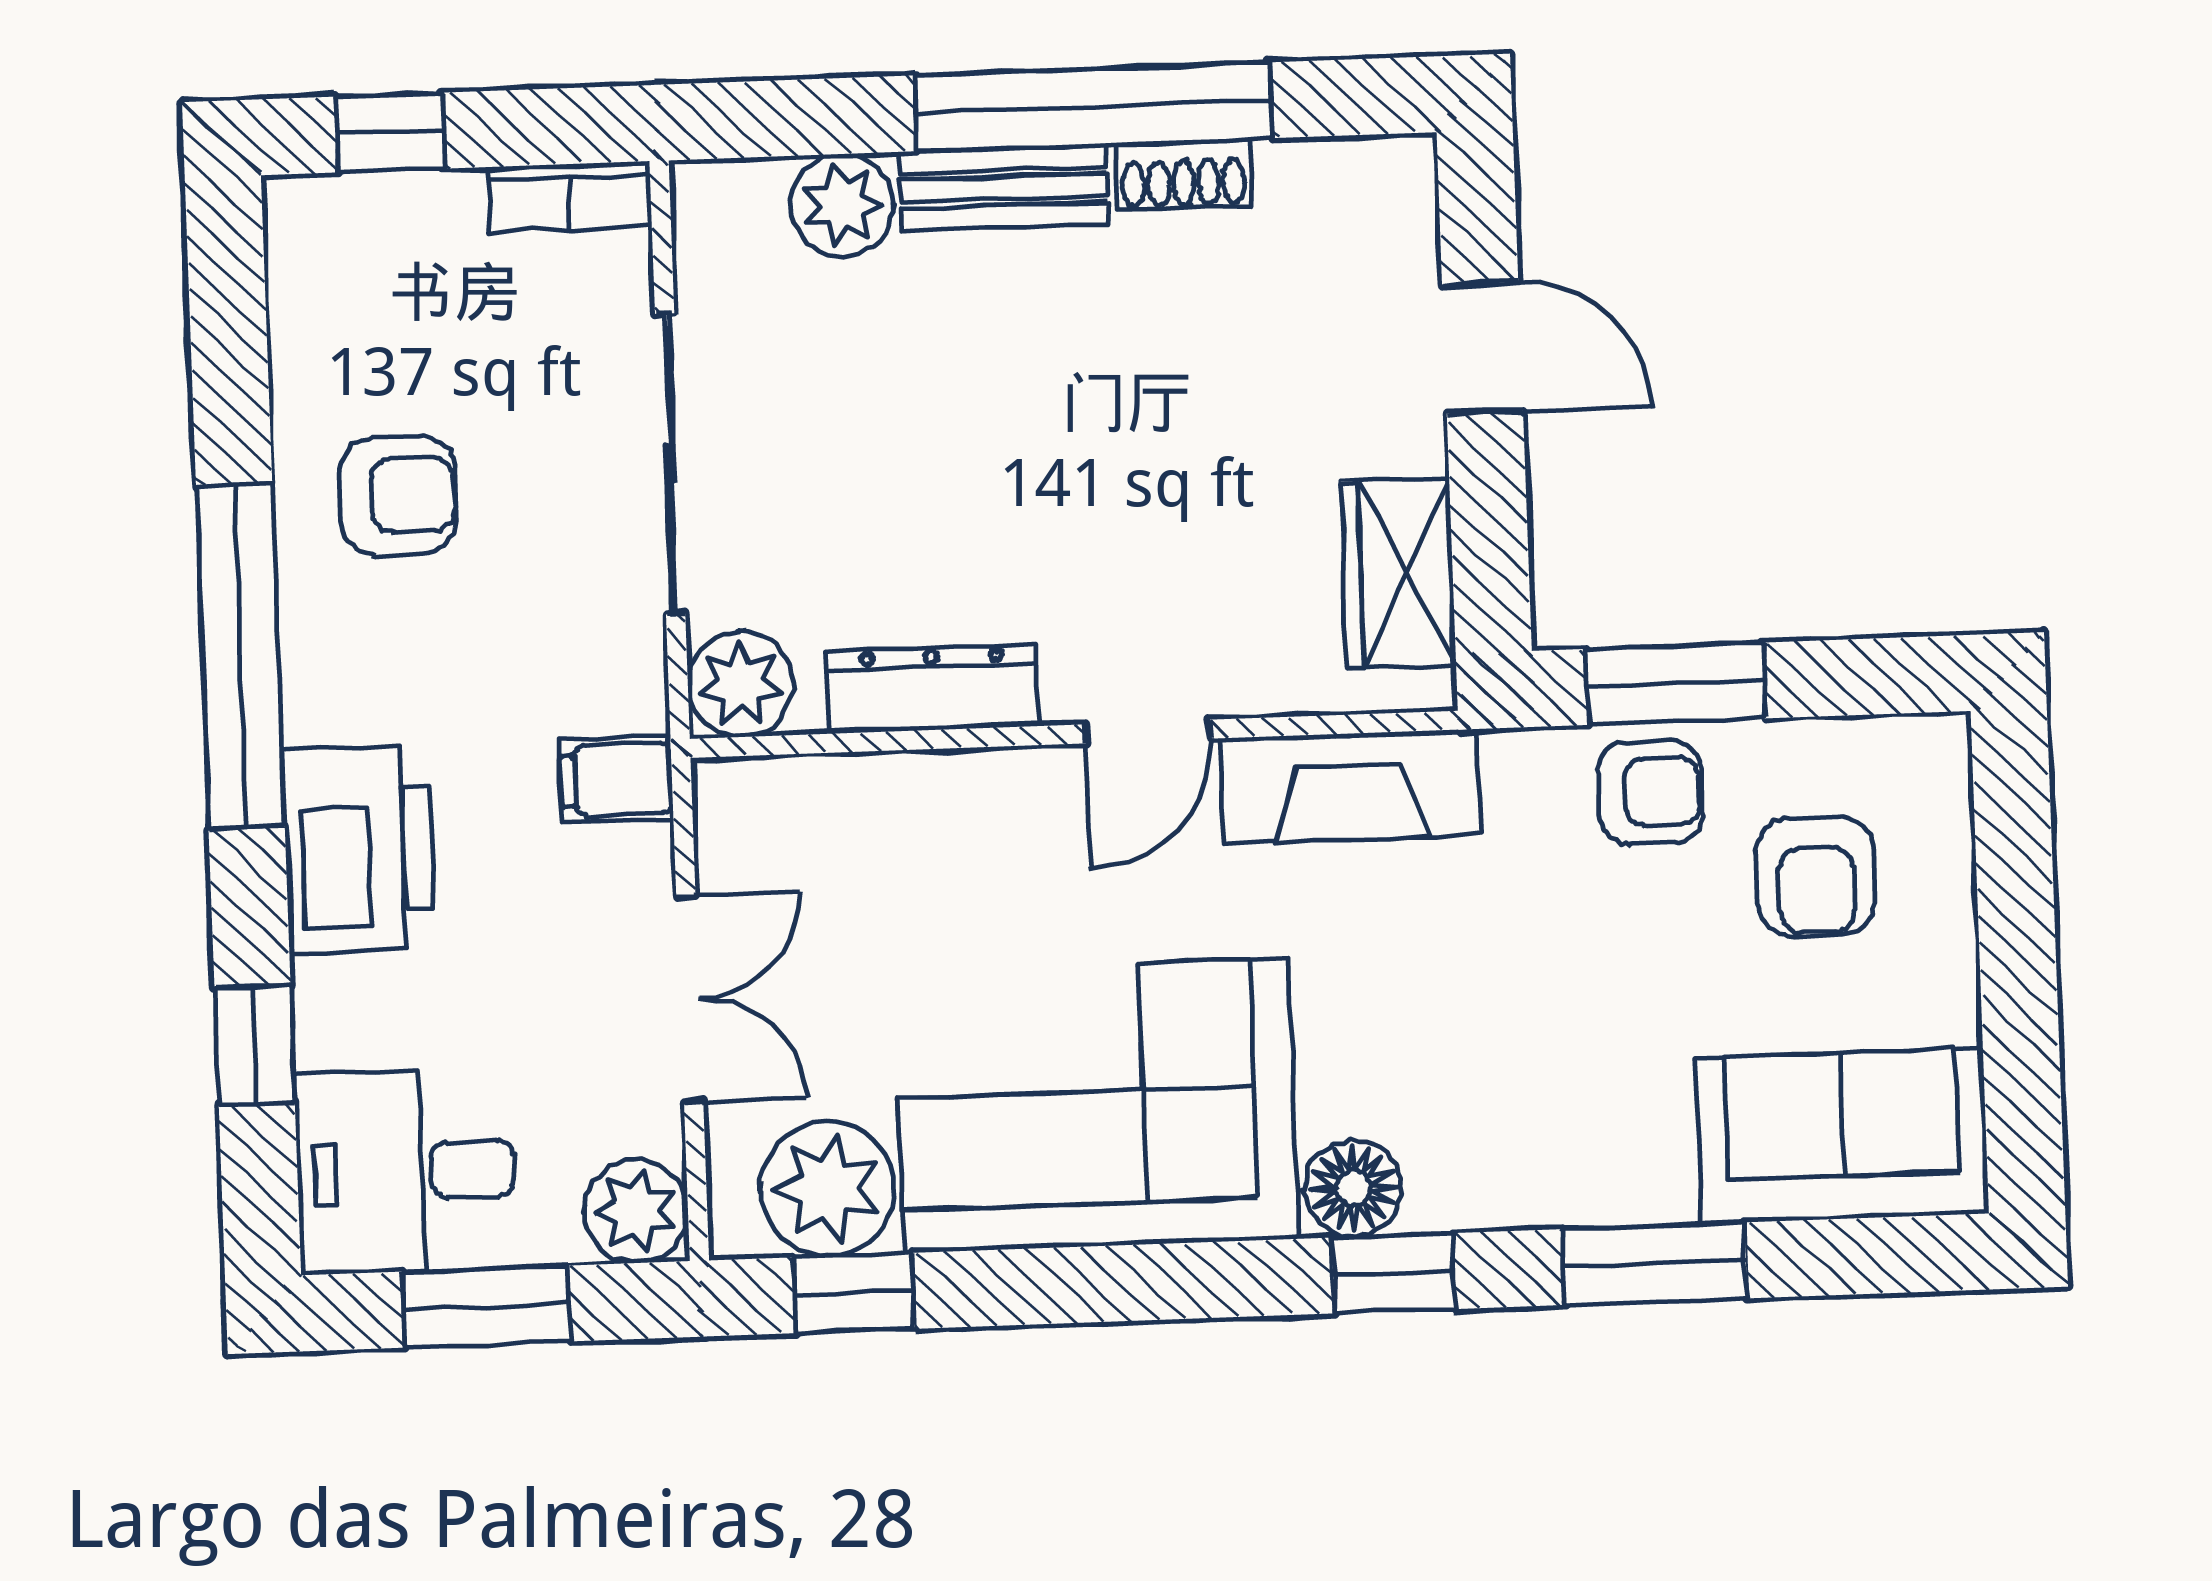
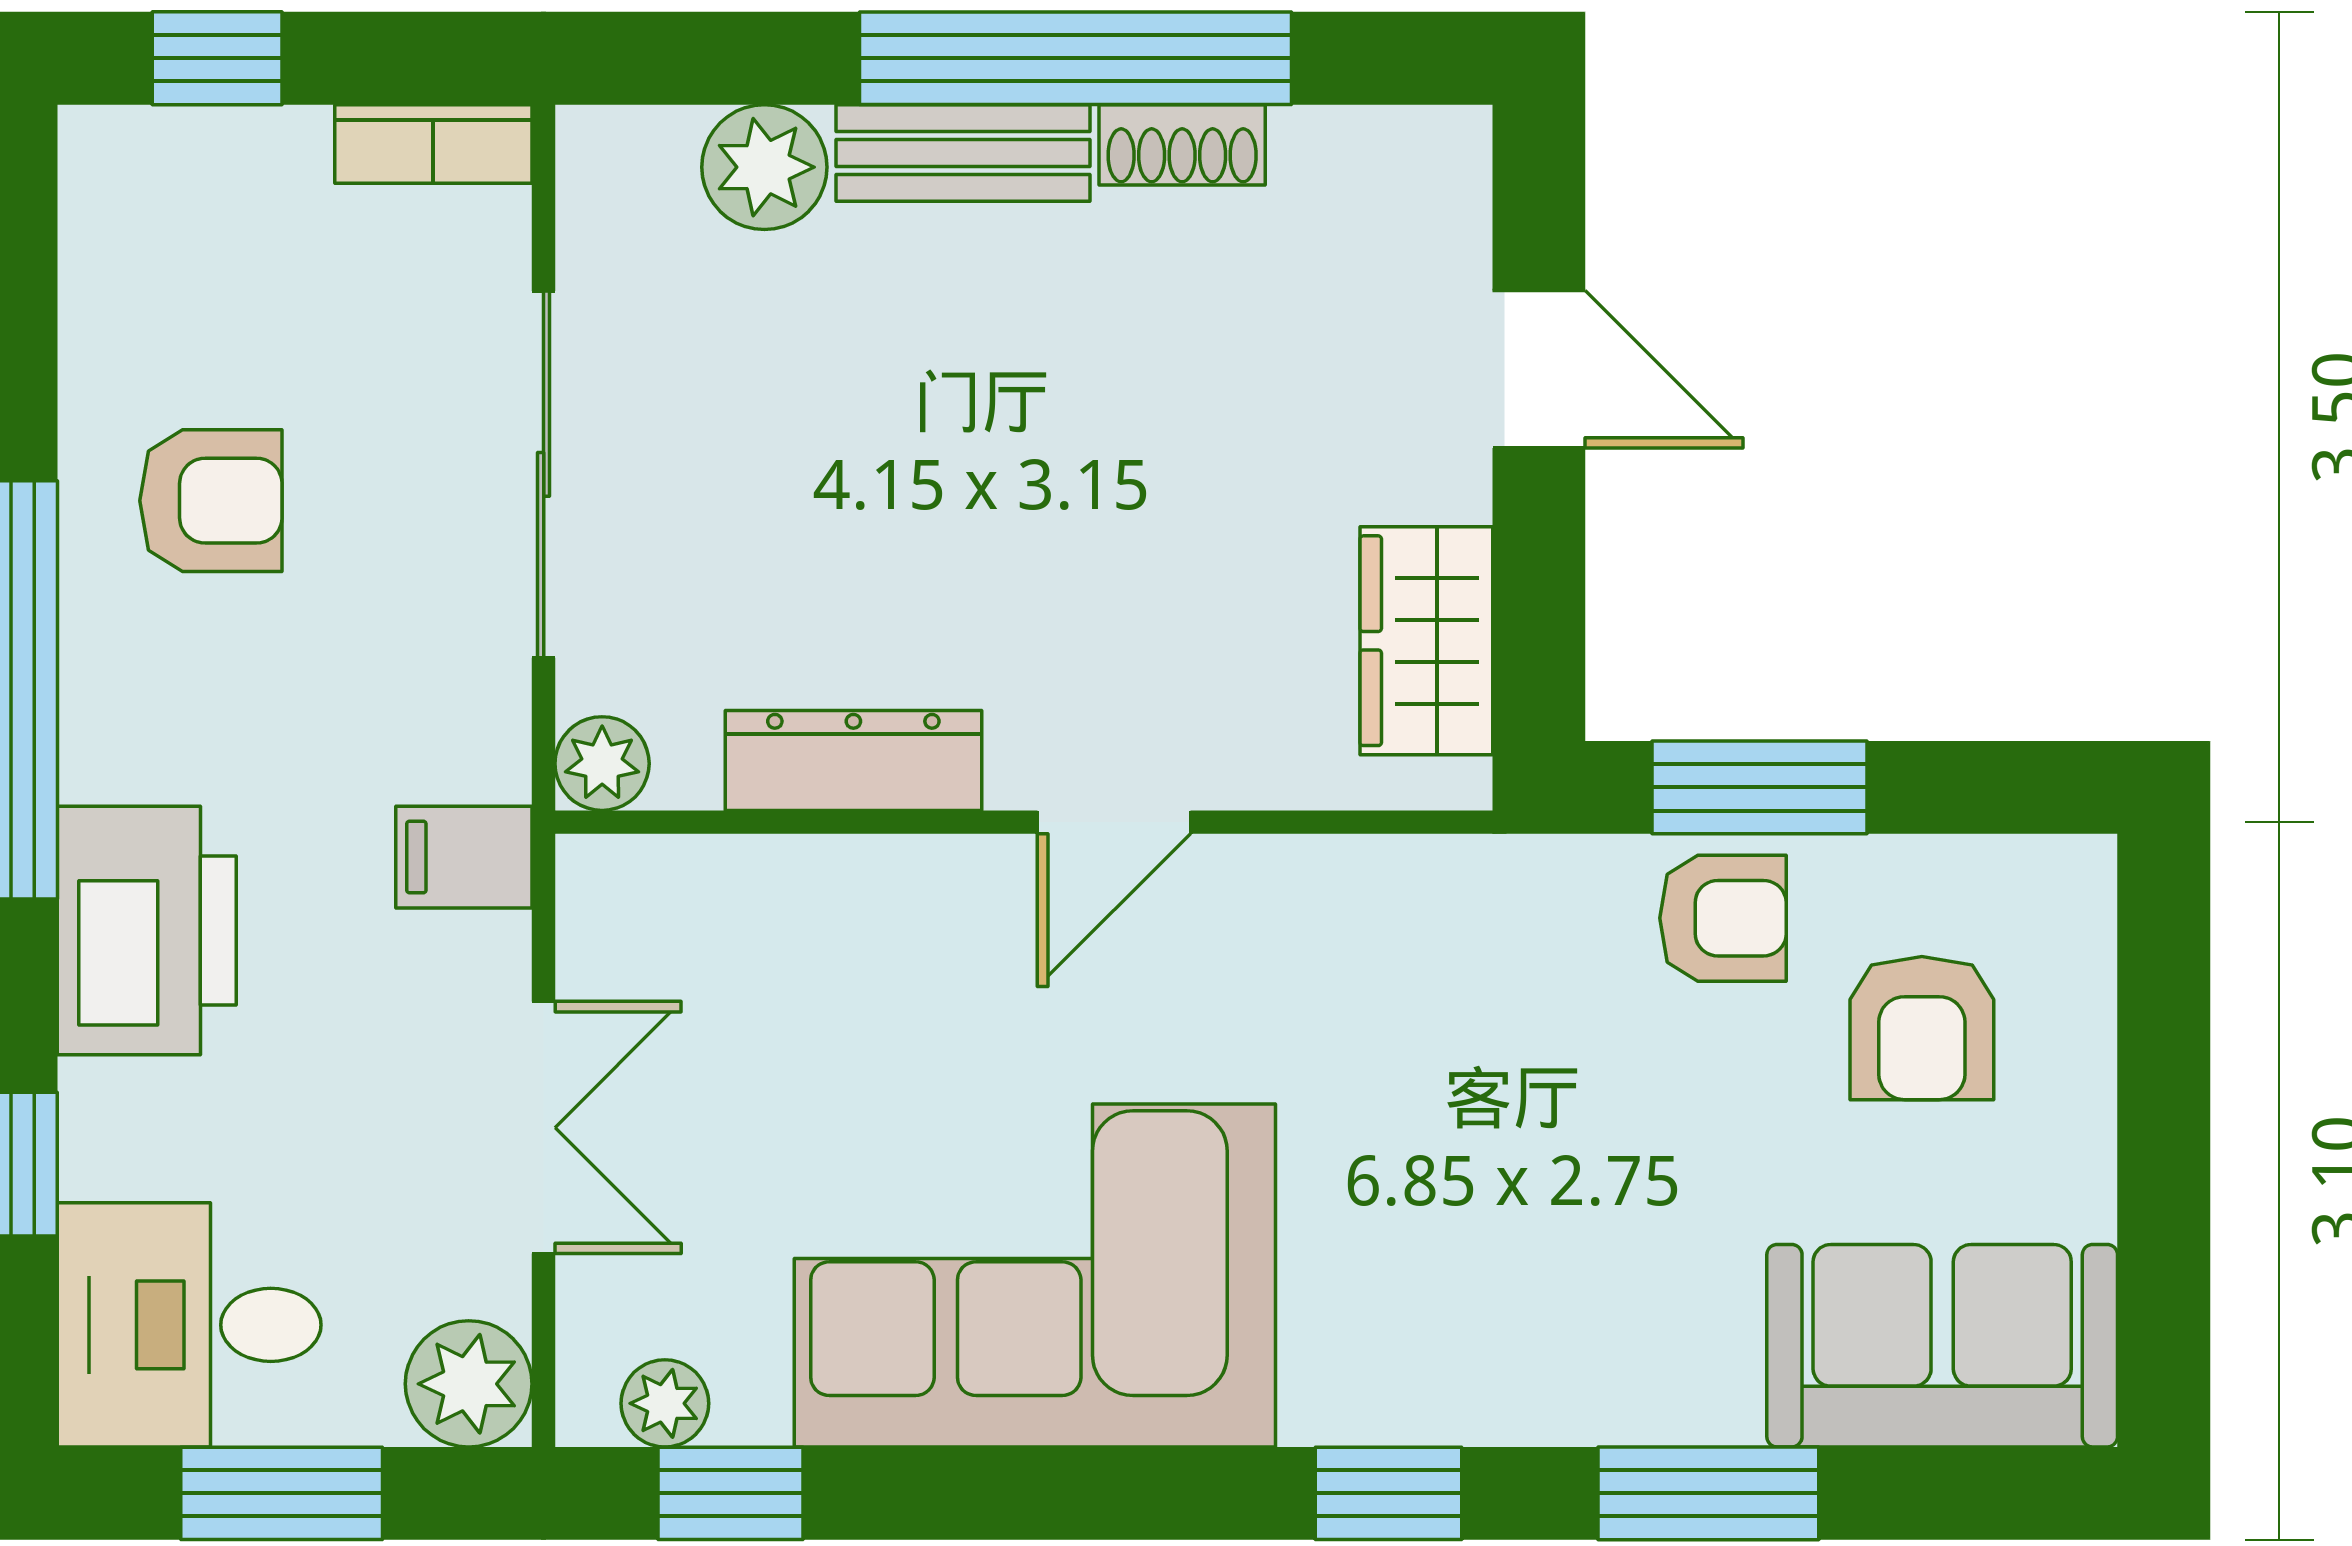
plant: (741, 684) -> (602, 764), width x0.73, depth x0.73
fireplace: (1350, 786) -> (1358, 898), removed
floor lamp: (1353, 1188) -> (1344, 1388), removed
plant: (828, 1189) -> (665, 1403), width x0.53, depth x0.53

